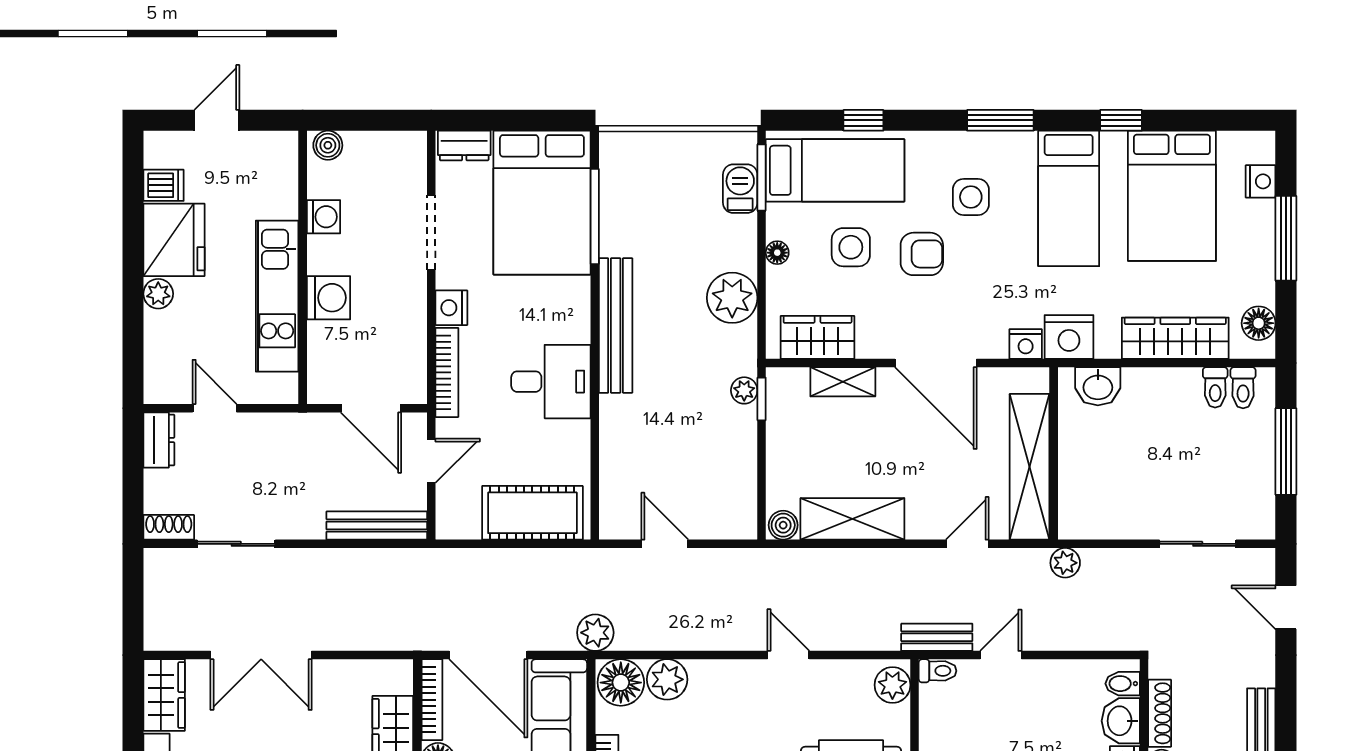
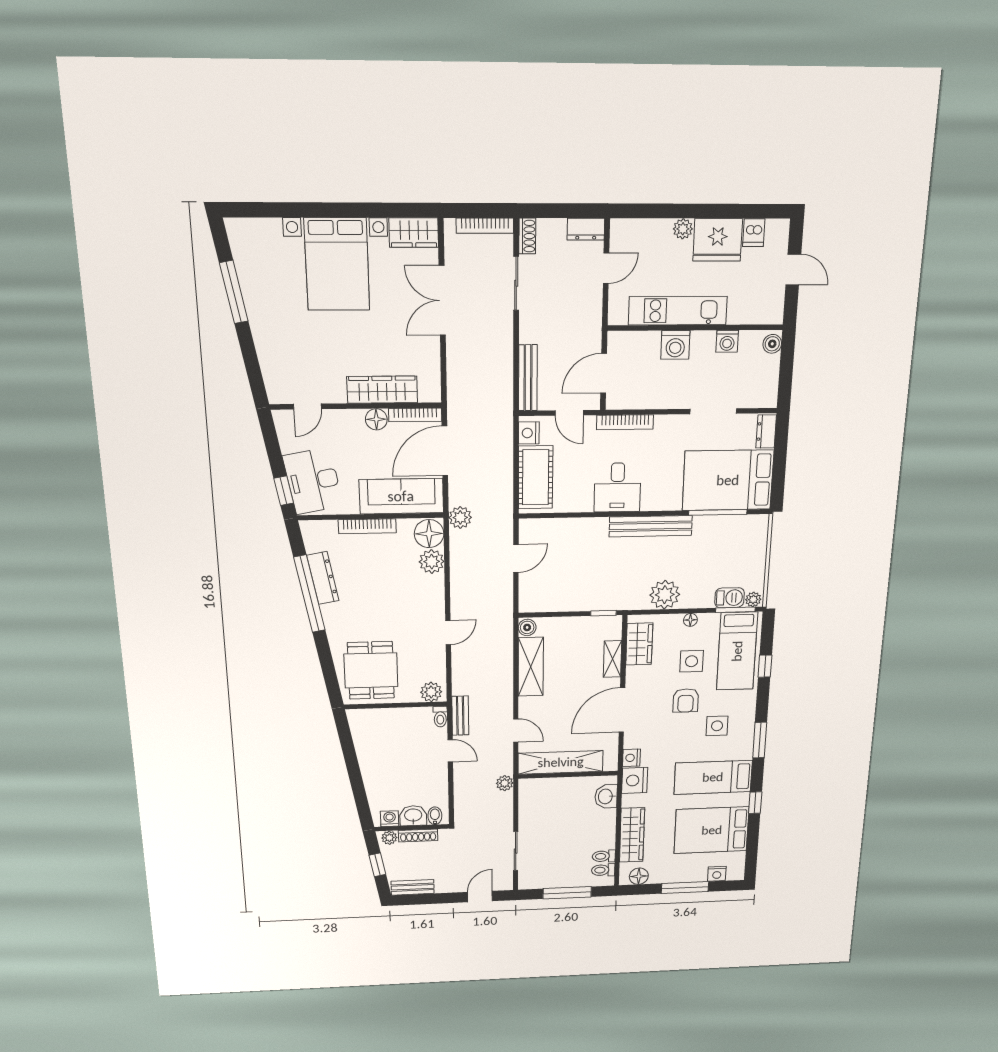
nightstand: (451, 308) -> (529, 433), moved, turned -90
plant: (744, 390) -> (753, 599), moved
bookcase: (154, 590) -> (485, 226), added

